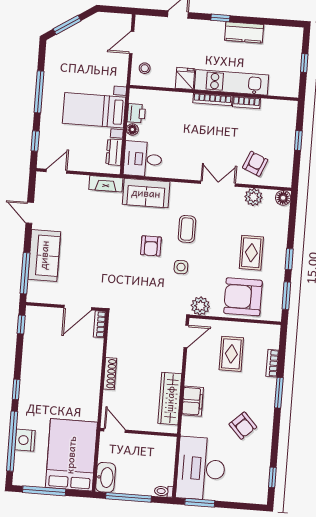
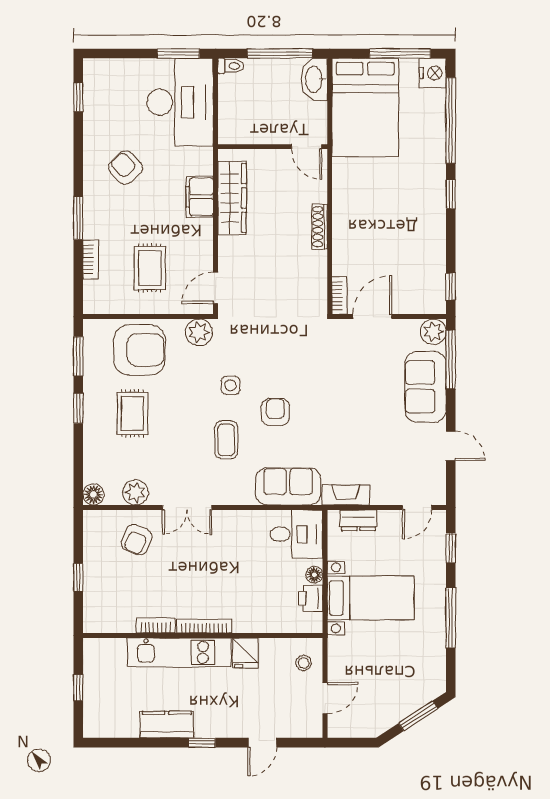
dresser: (114, 152) -> (359, 520), moved, turned 90
plant: (36, 294) -> (433, 332), added
nightstand: (25, 440) -> (433, 73), moved

